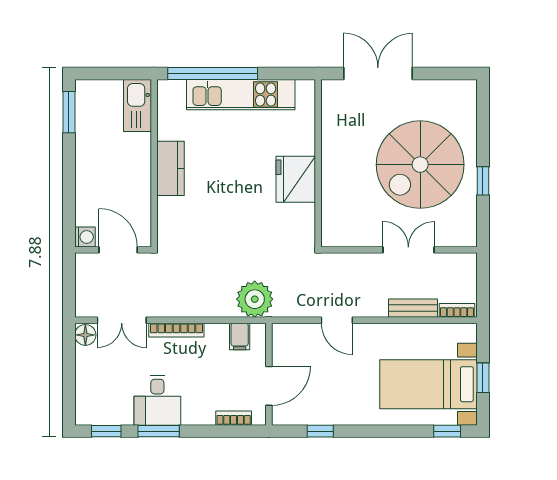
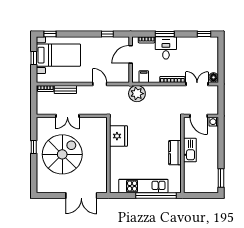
kitchen sink: (137, 105) -> (190, 150), moved
fridge: (296, 179) -> (118, 136), moved
desk: (157, 400) -> (166, 48), moved
window: (159, 431) -> (165, 34), moved

